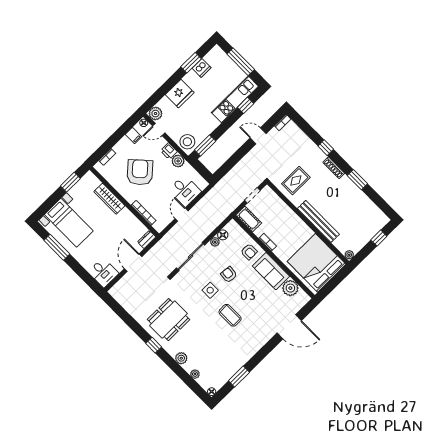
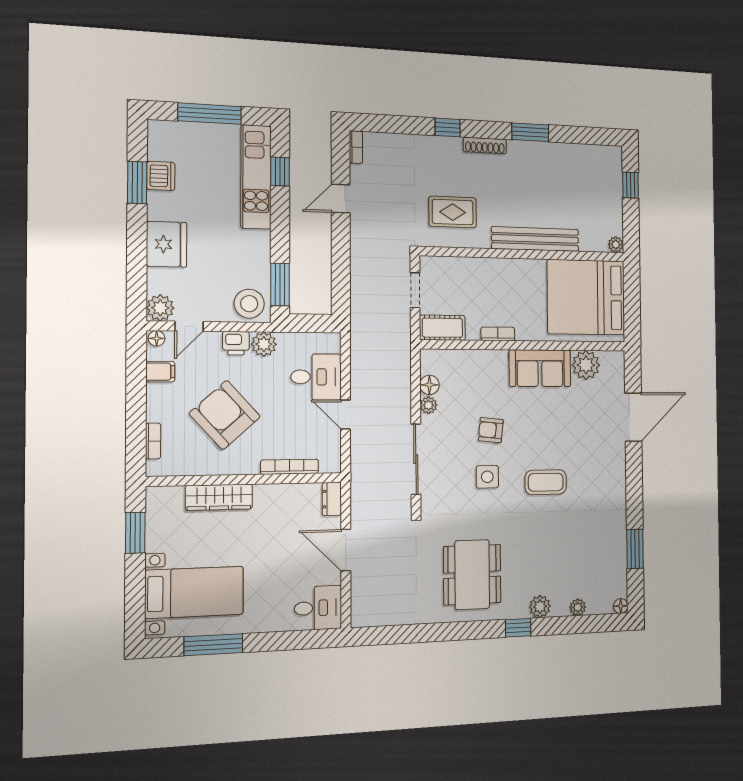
rug: (296, 181) -> (453, 212), turned 90
armchair: (249, 252) -> (486, 372), removed
window: (154, 345) -> (518, 628), moved

